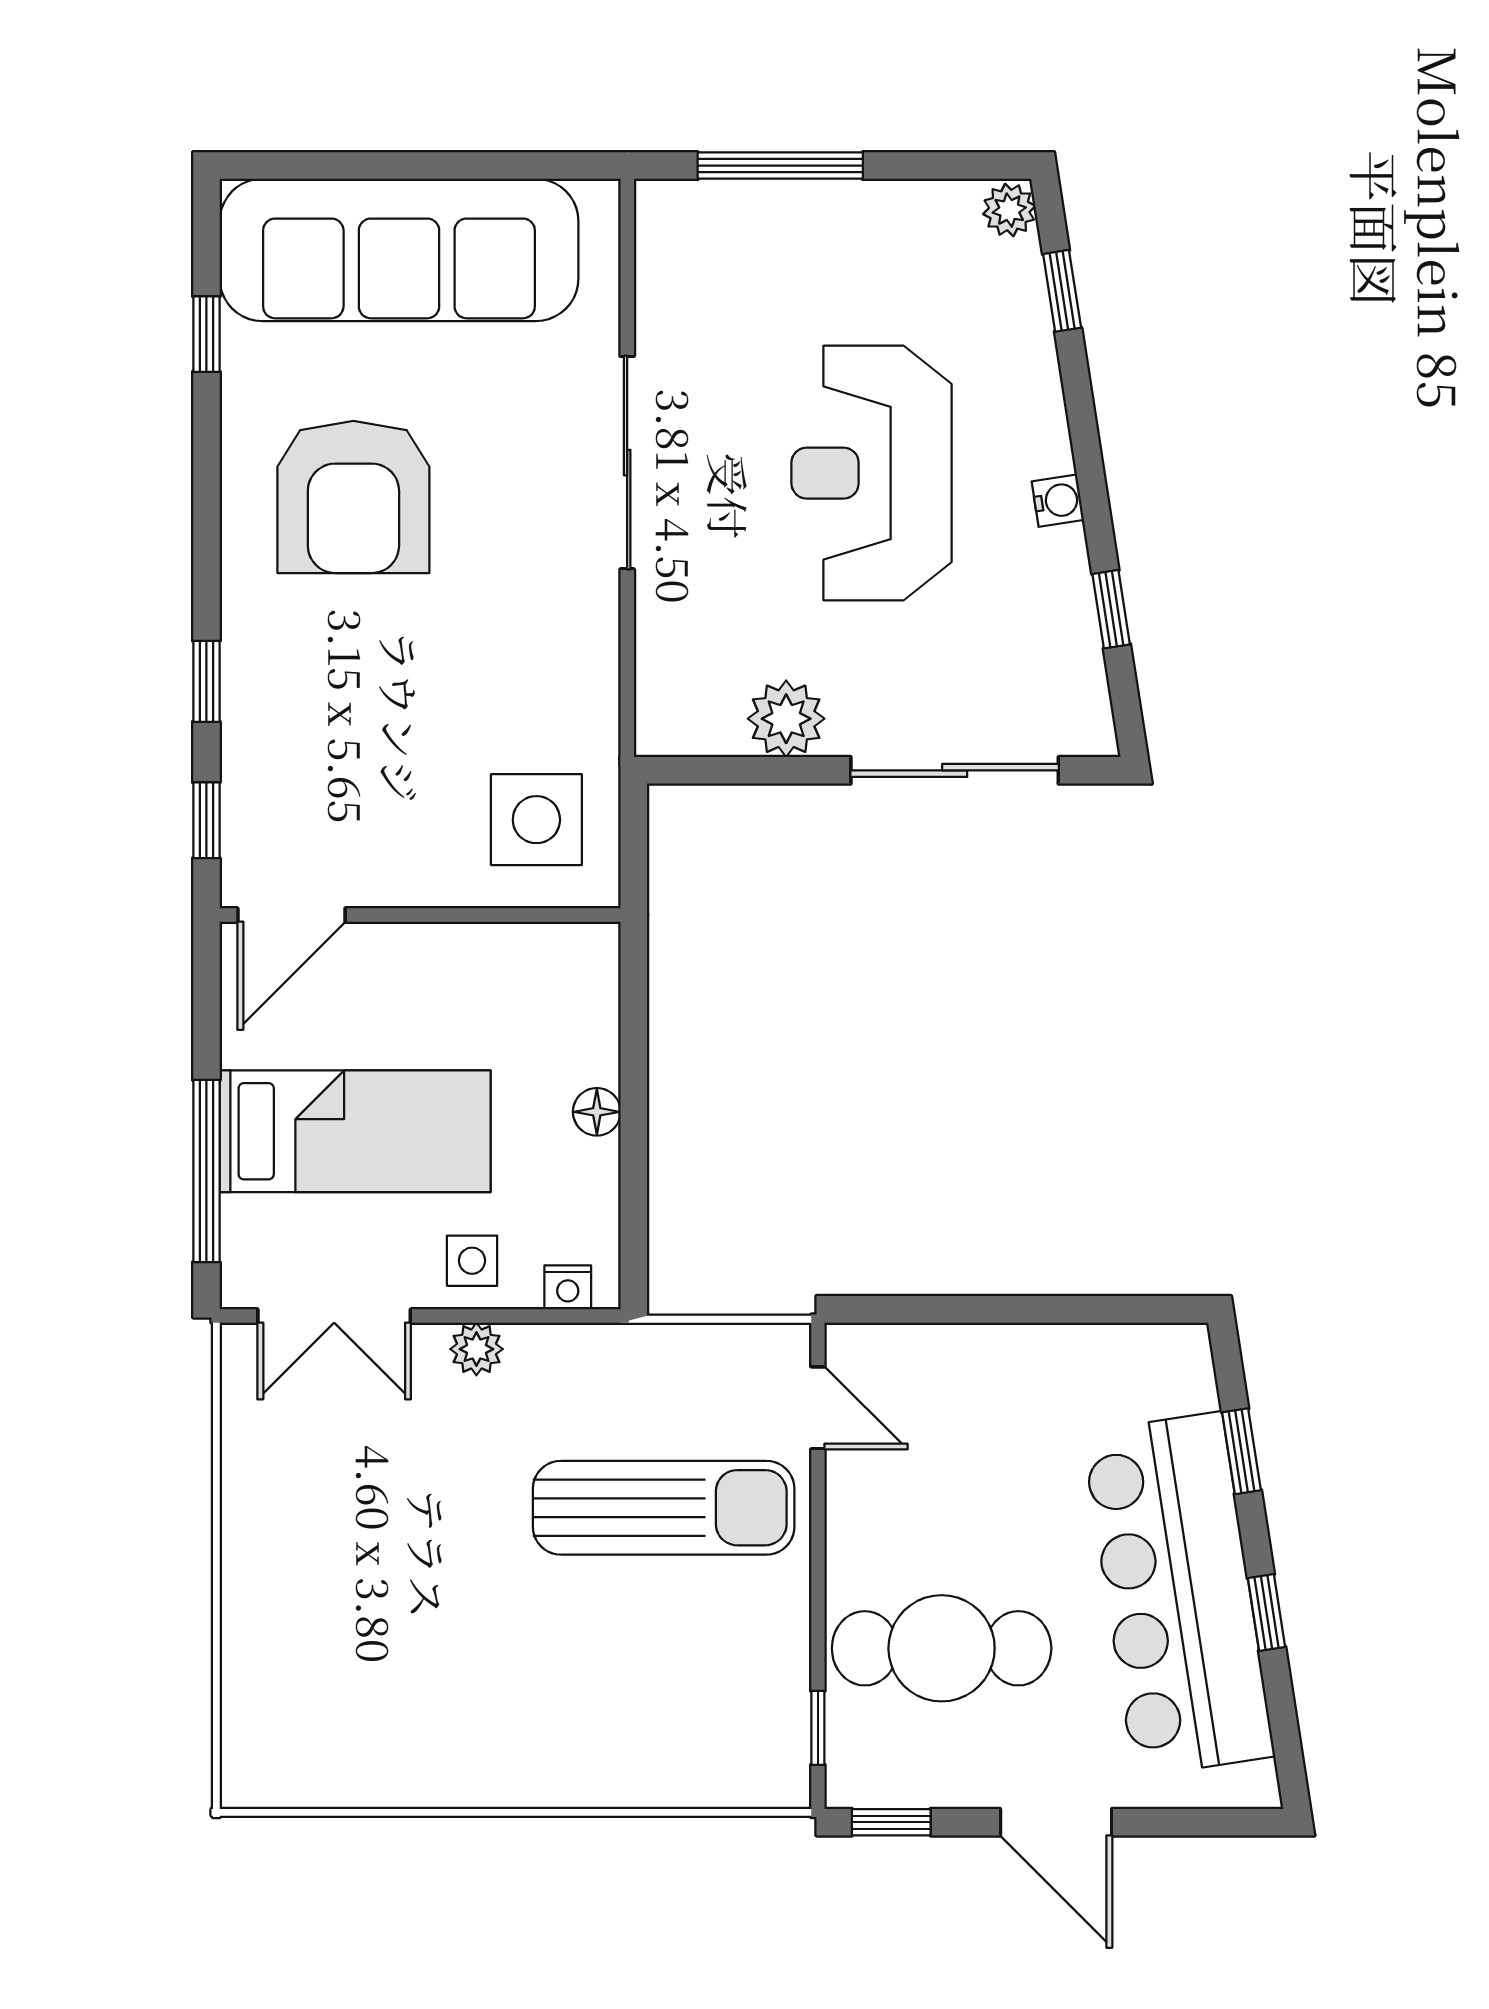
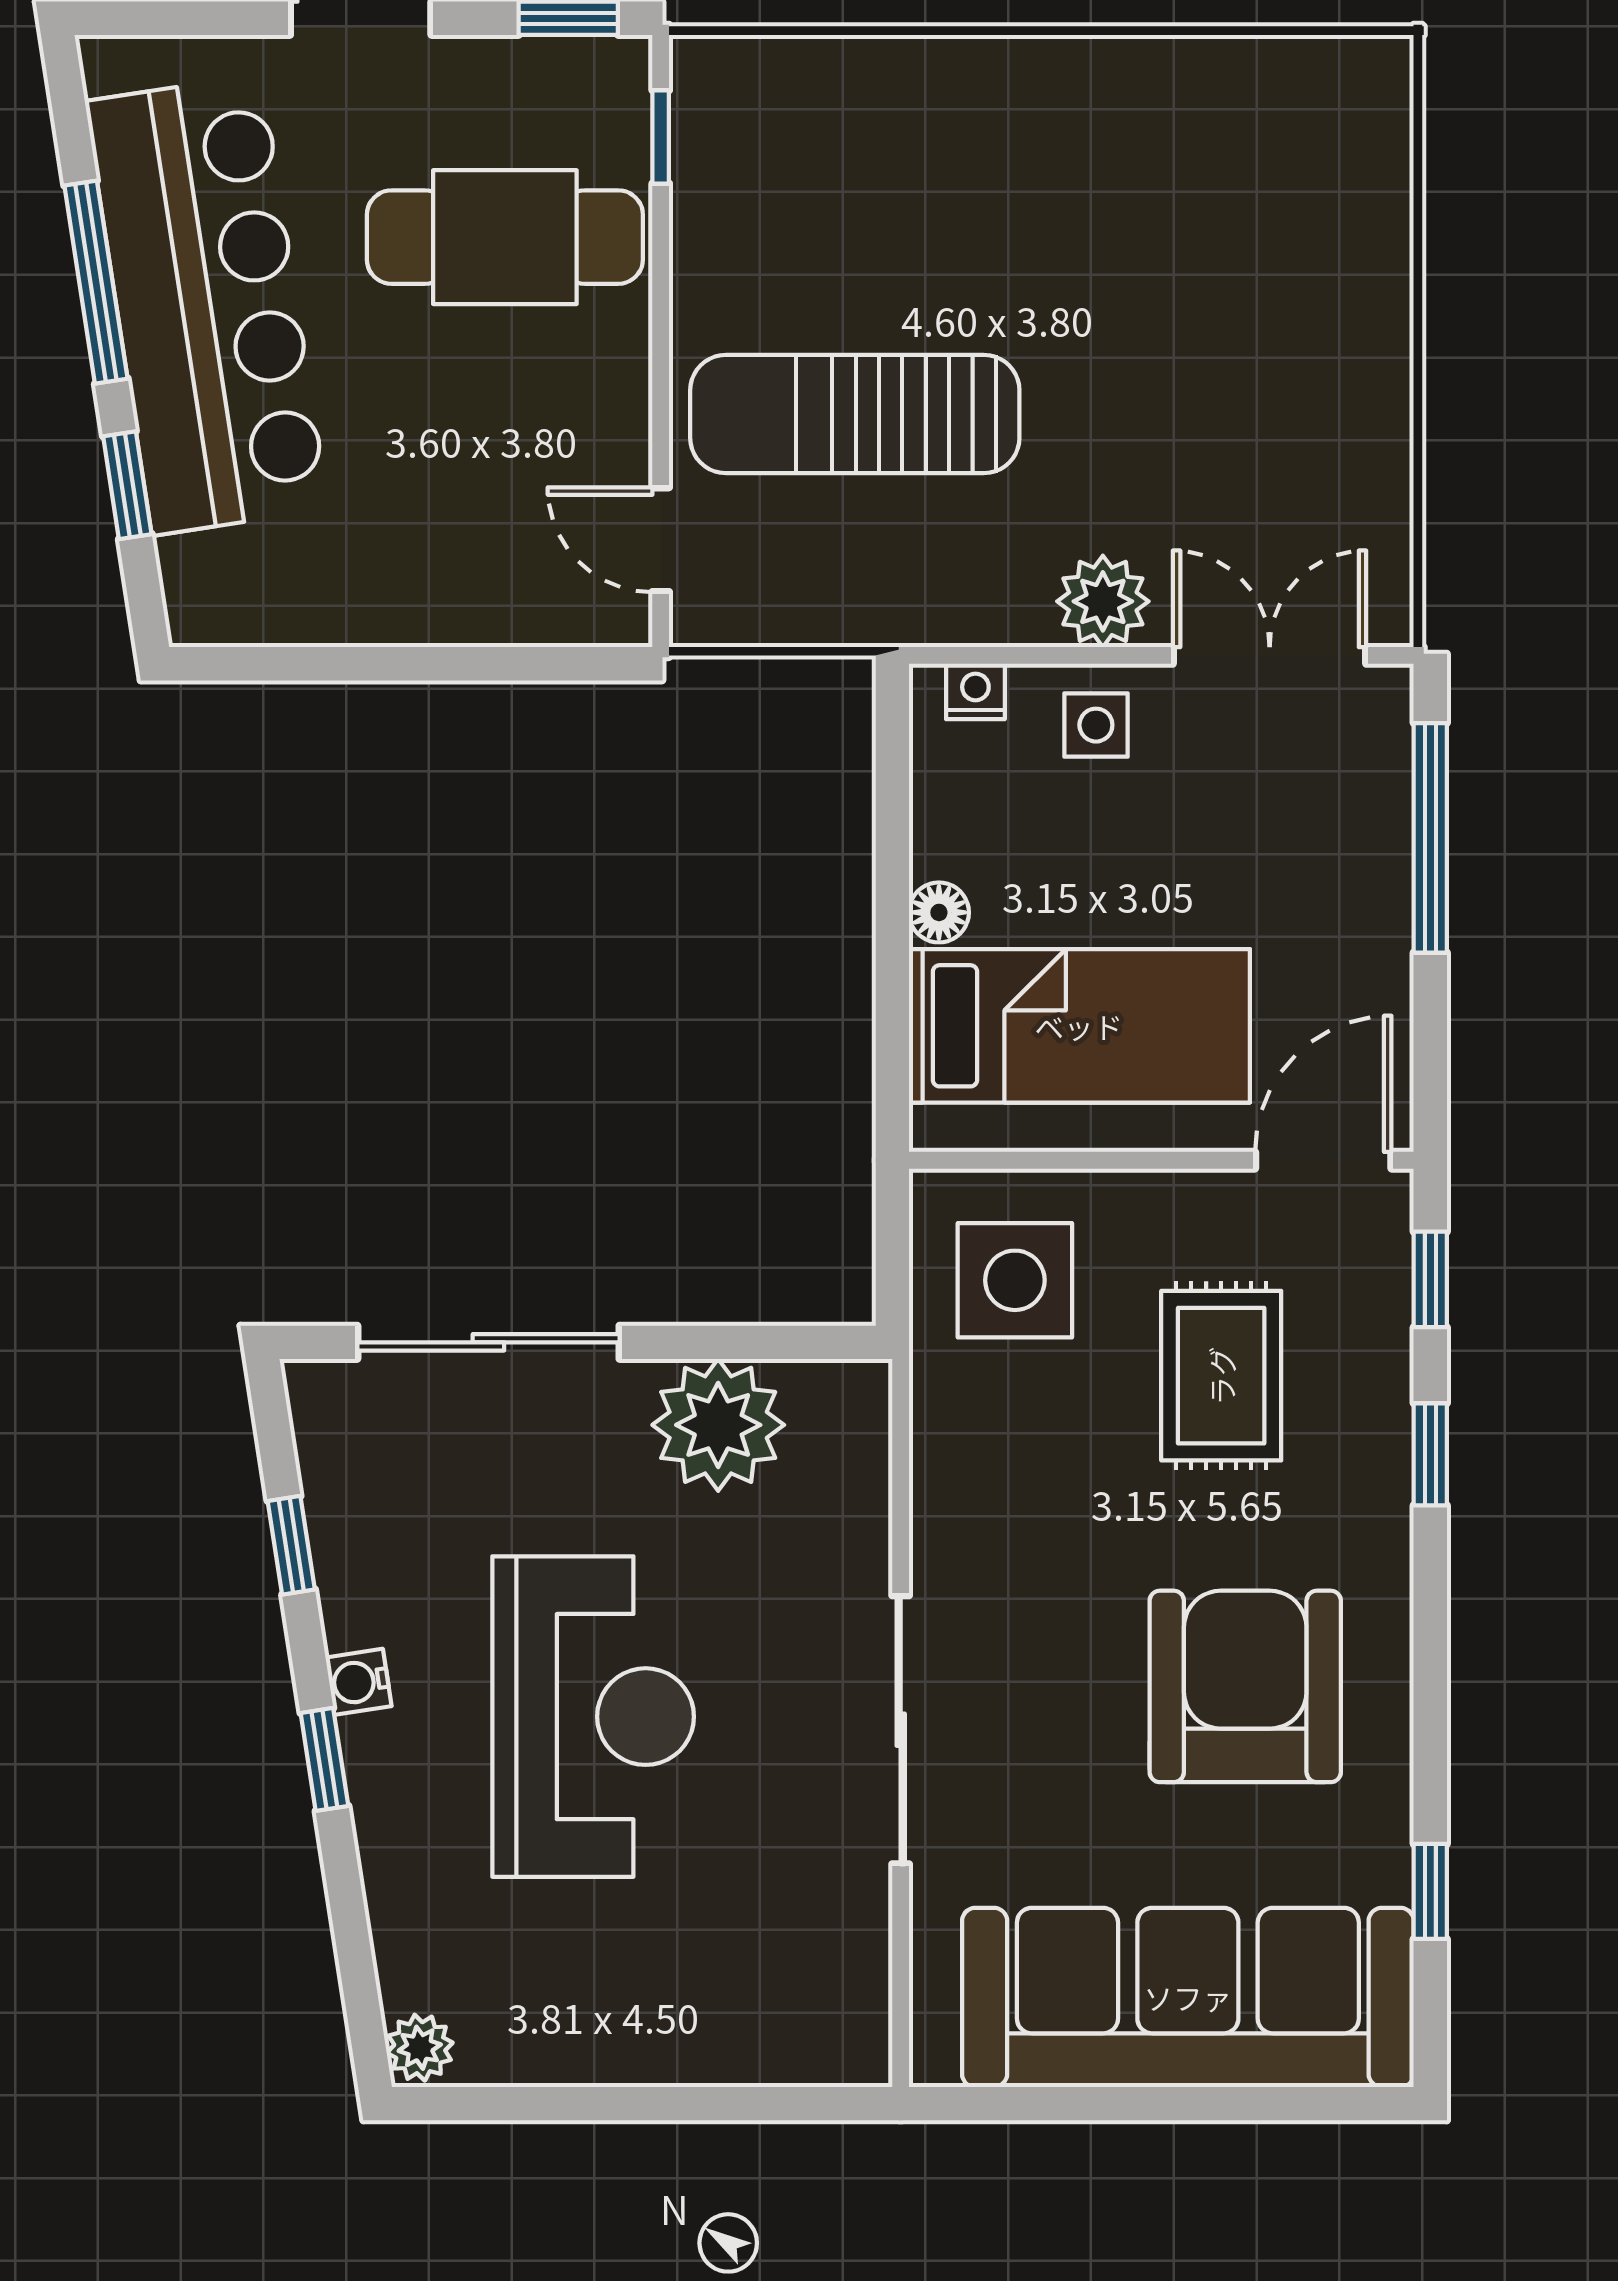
window: (780, 166) -> (708, 2104), removed
window: (1062, 291) -> (324, 1759), moved
plant: (786, 719) -> (718, 1425), width x1.36, depth x1.36
rug: (373, 744) -> (1221, 1376), added
bed: (355, 1131) -> (1079, 1026), moved, turned 180
plant: (476, 1349) -> (1103, 601), width x1.38, depth x1.38
window: (1266, 1613) -> (96, 282), width x2.17

